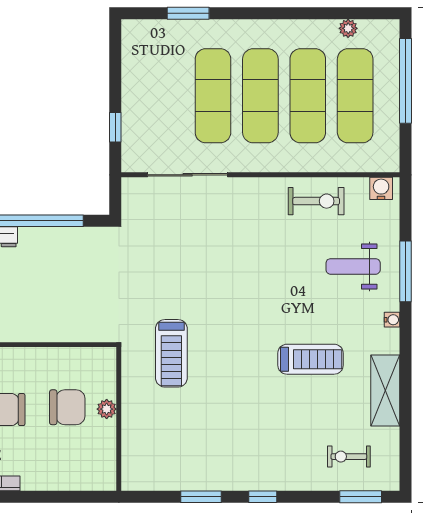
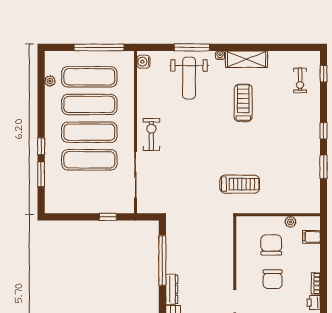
window: (236, 13) -> (41, 146), added
window: (405, 81) -> (99, 47), moved
exercise bike: (316, 201) -> (151, 134), moved
weight bench: (353, 266) -> (189, 78), width x1.36, depth x1.33
shelving: (385, 391) -> (246, 59), moved
plant: (107, 409) -> (290, 222), moved
filing cabinet: (81, 476) -> (311, 237), added
window: (361, 497) -> (324, 74), width x0.67

